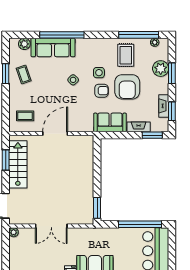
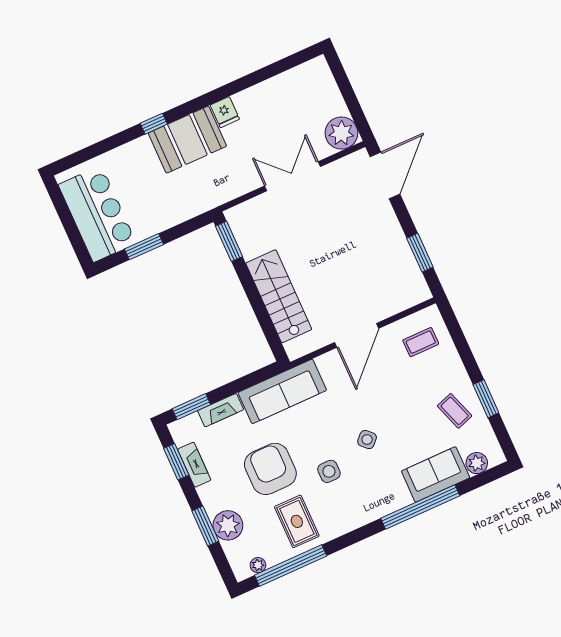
sofa: (53, 47) -> (436, 474), width x0.73
armchair: (101, 91) -> (311, 443), removed
sofa: (110, 122) -> (282, 391), width x1.36
stairs: (18, 164) -> (279, 296), moved, turned 180
window: (140, 224) -> (144, 247), width x0.47
plant: (14, 232) -> (341, 133), width x1.87, depth x1.87

